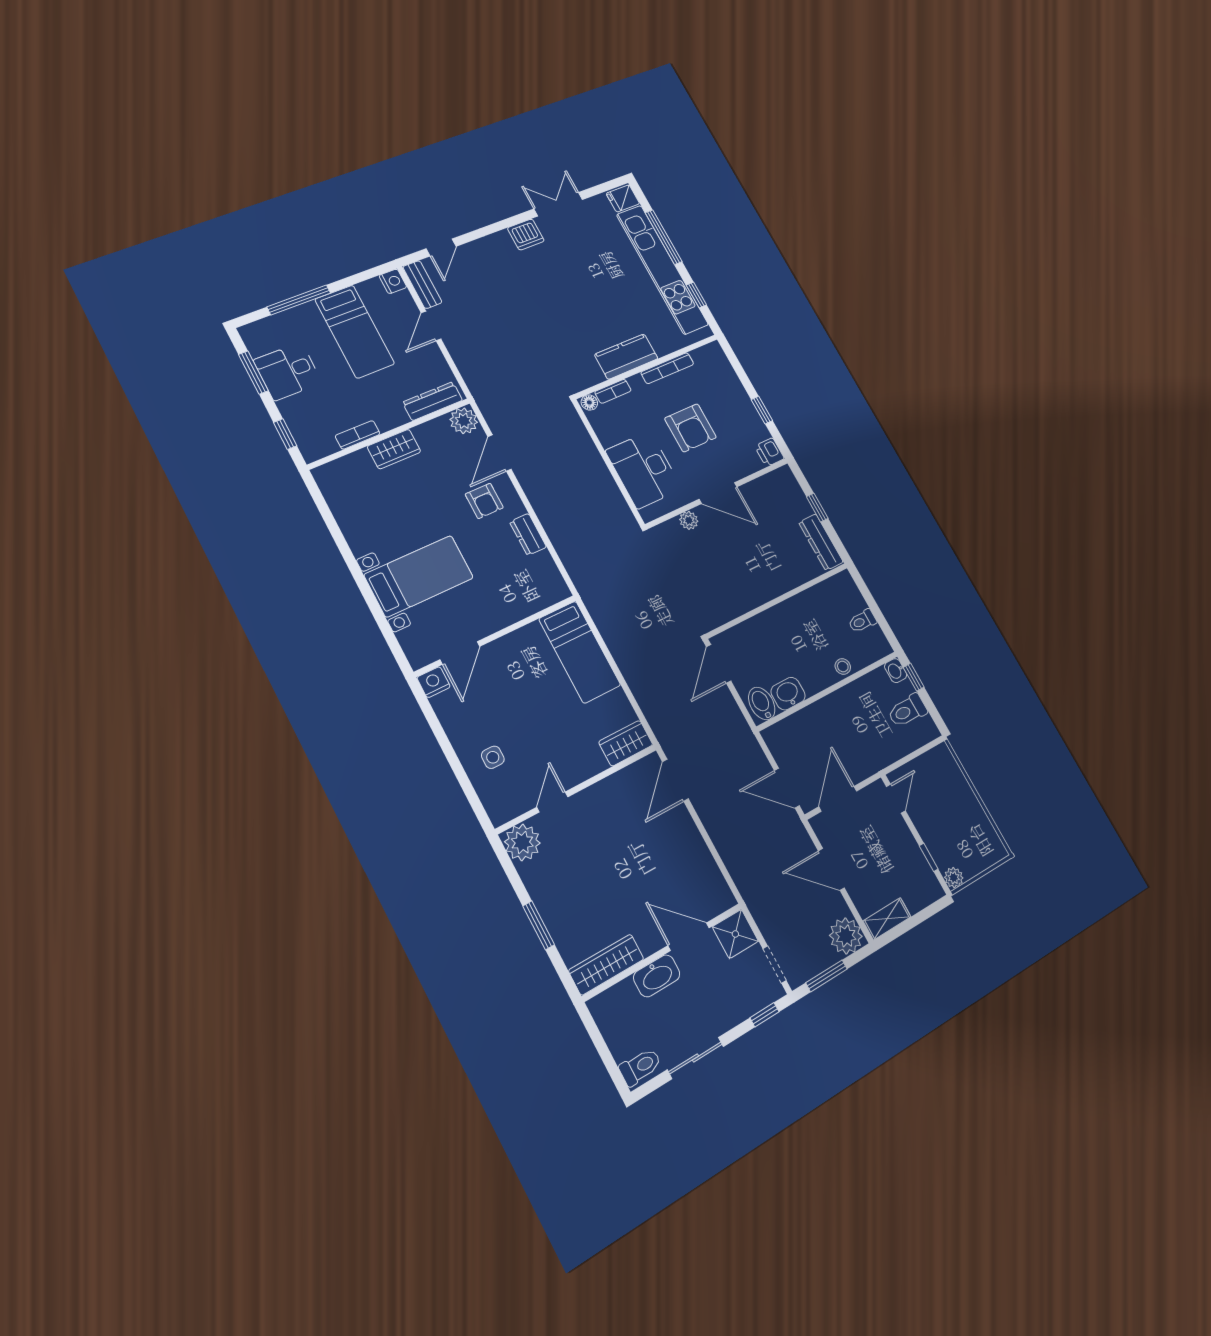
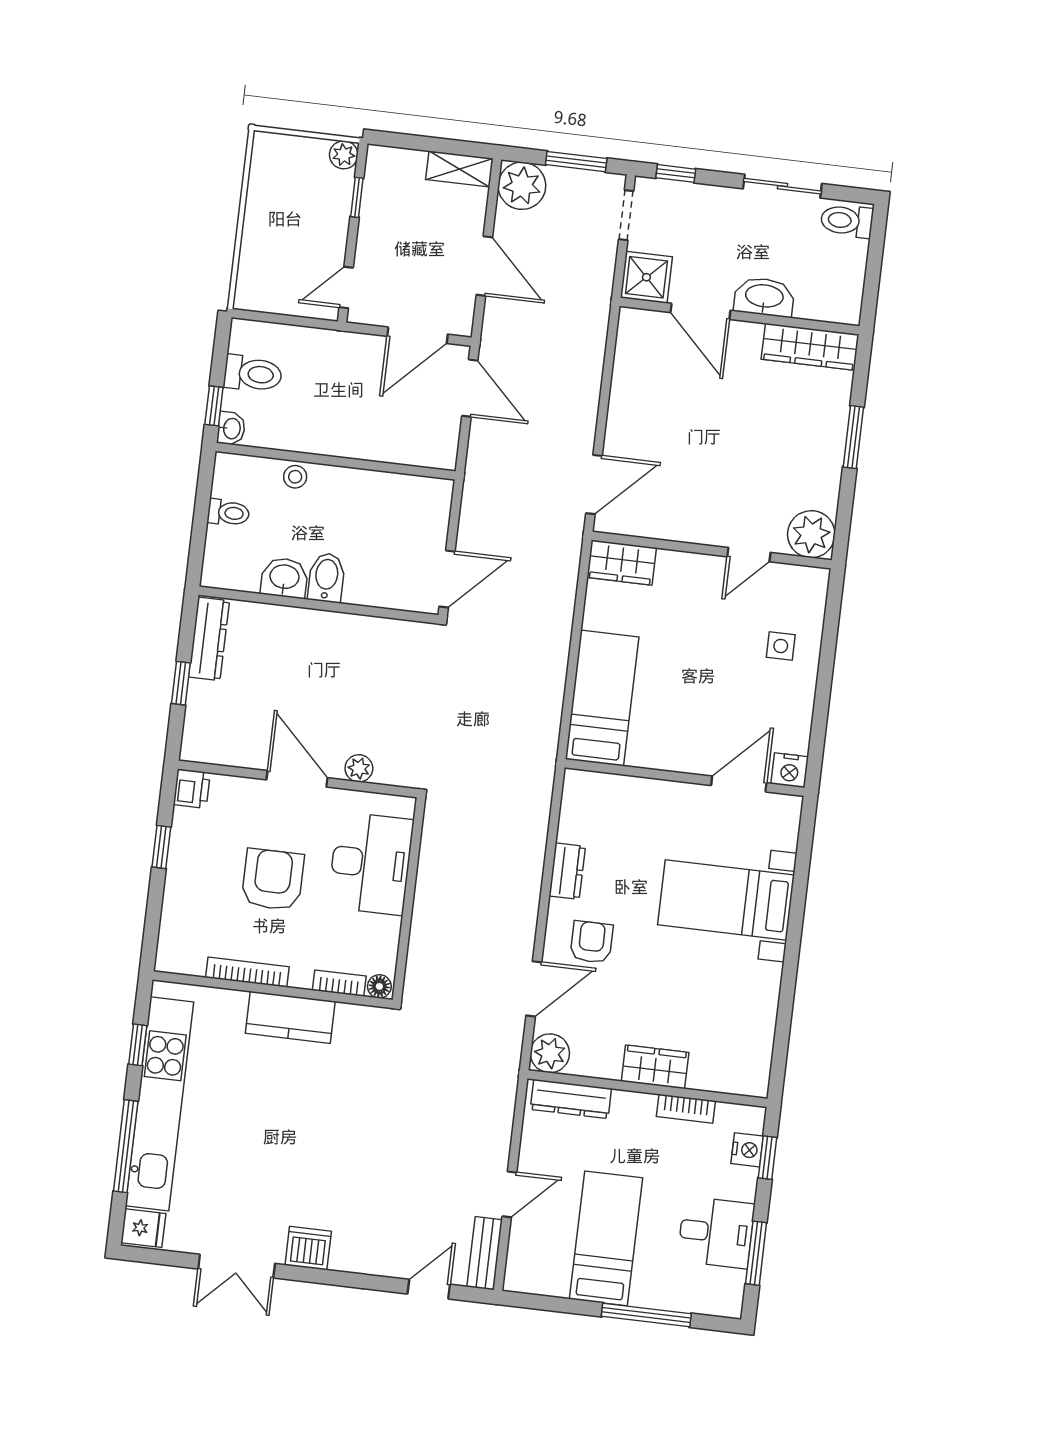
nightstand: (393, 281) -> (747, 1150), moved, turned 180
washbasin: (788, 694) -> (284, 578), moved, turned 180
bidet: (762, 704) -> (326, 578), moved, turned 180

